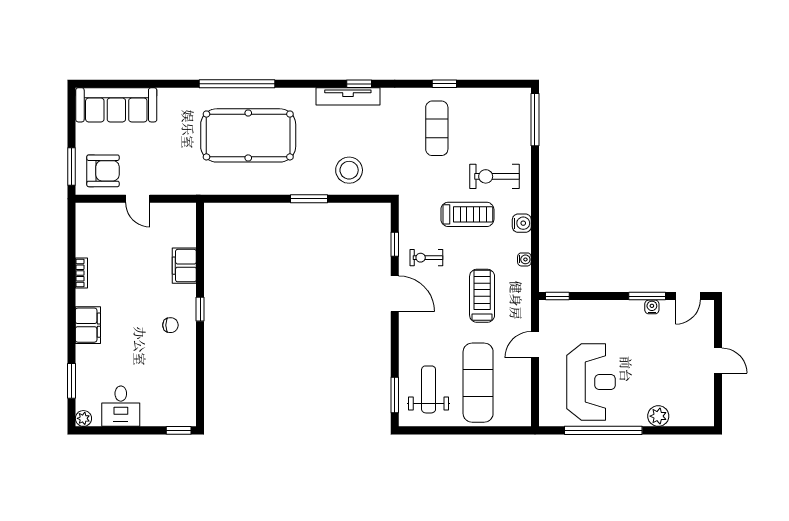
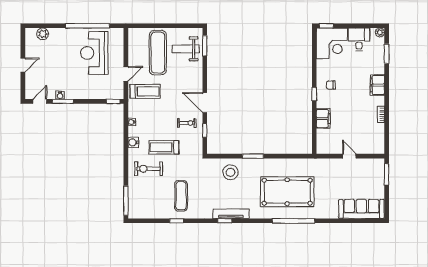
armchair: (103, 171) -> (369, 172), removed
exercise bike: (495, 176) -> (149, 169), turned 180
treadmill: (482, 296) -> (145, 91), moved, turned -90
door: (718, 361) -> (23, 65), swing flipped
weight bench: (429, 389) -> (186, 49), turned 90
corner desk: (169, 399) -> (332, 43), added
plant: (658, 416) -> (43, 34), moved

